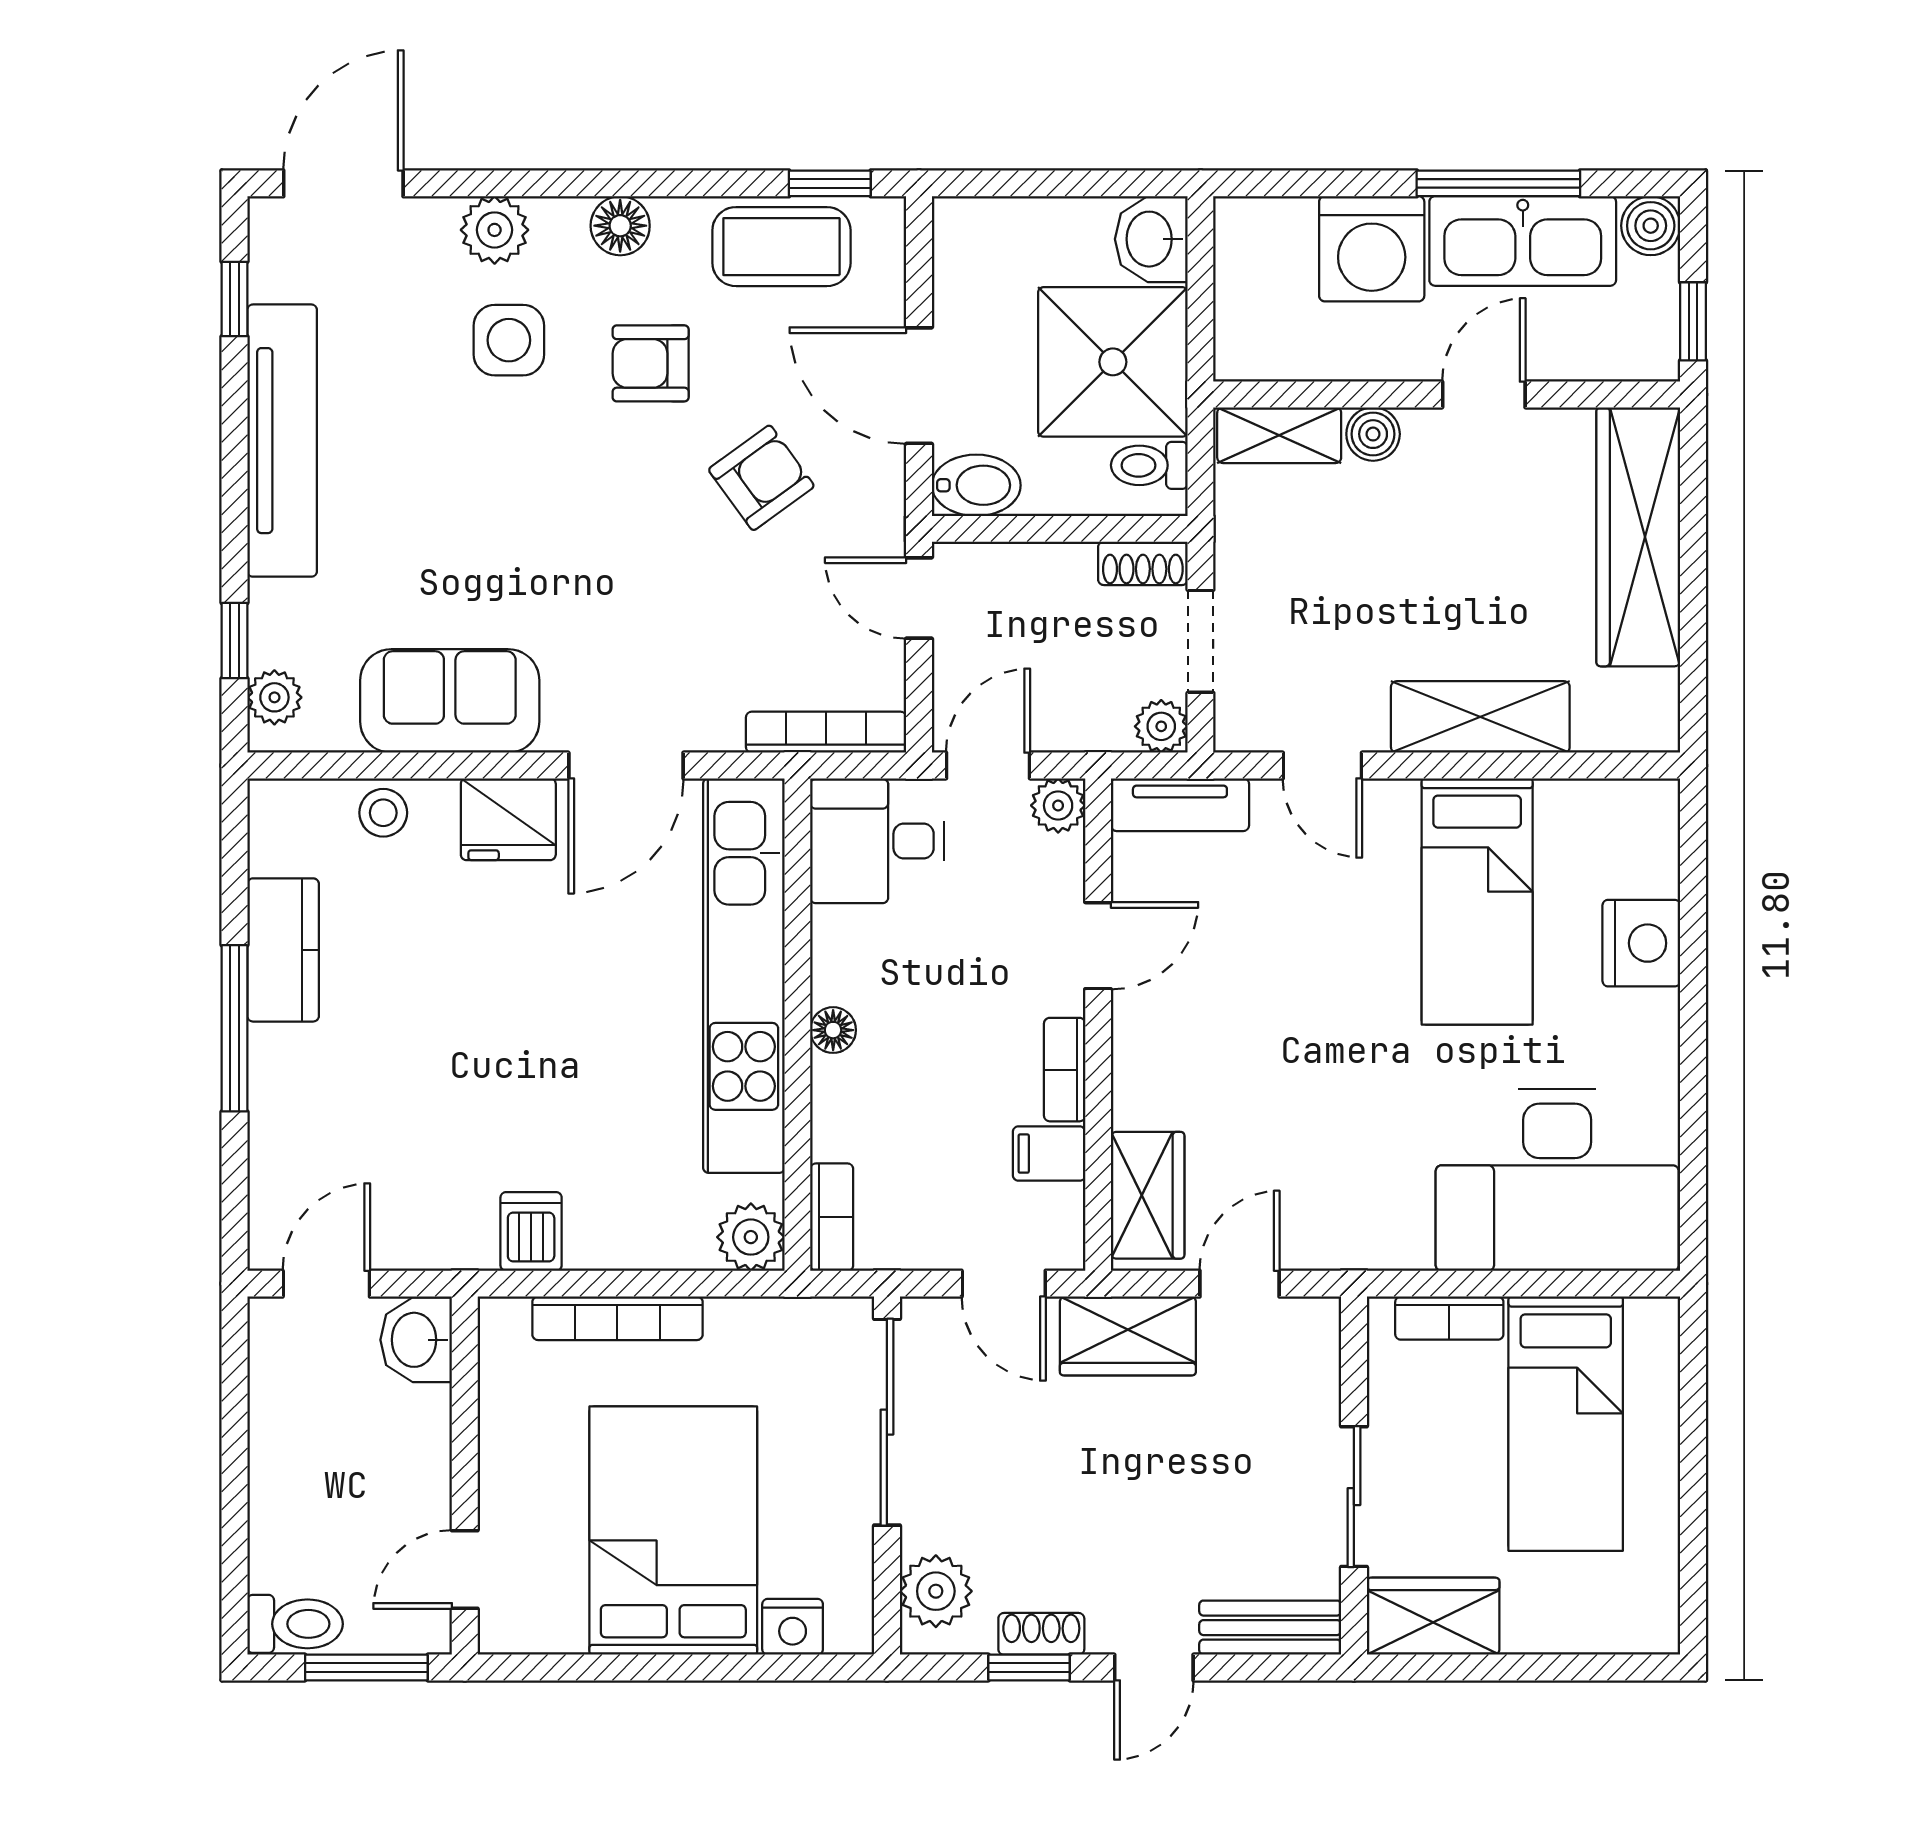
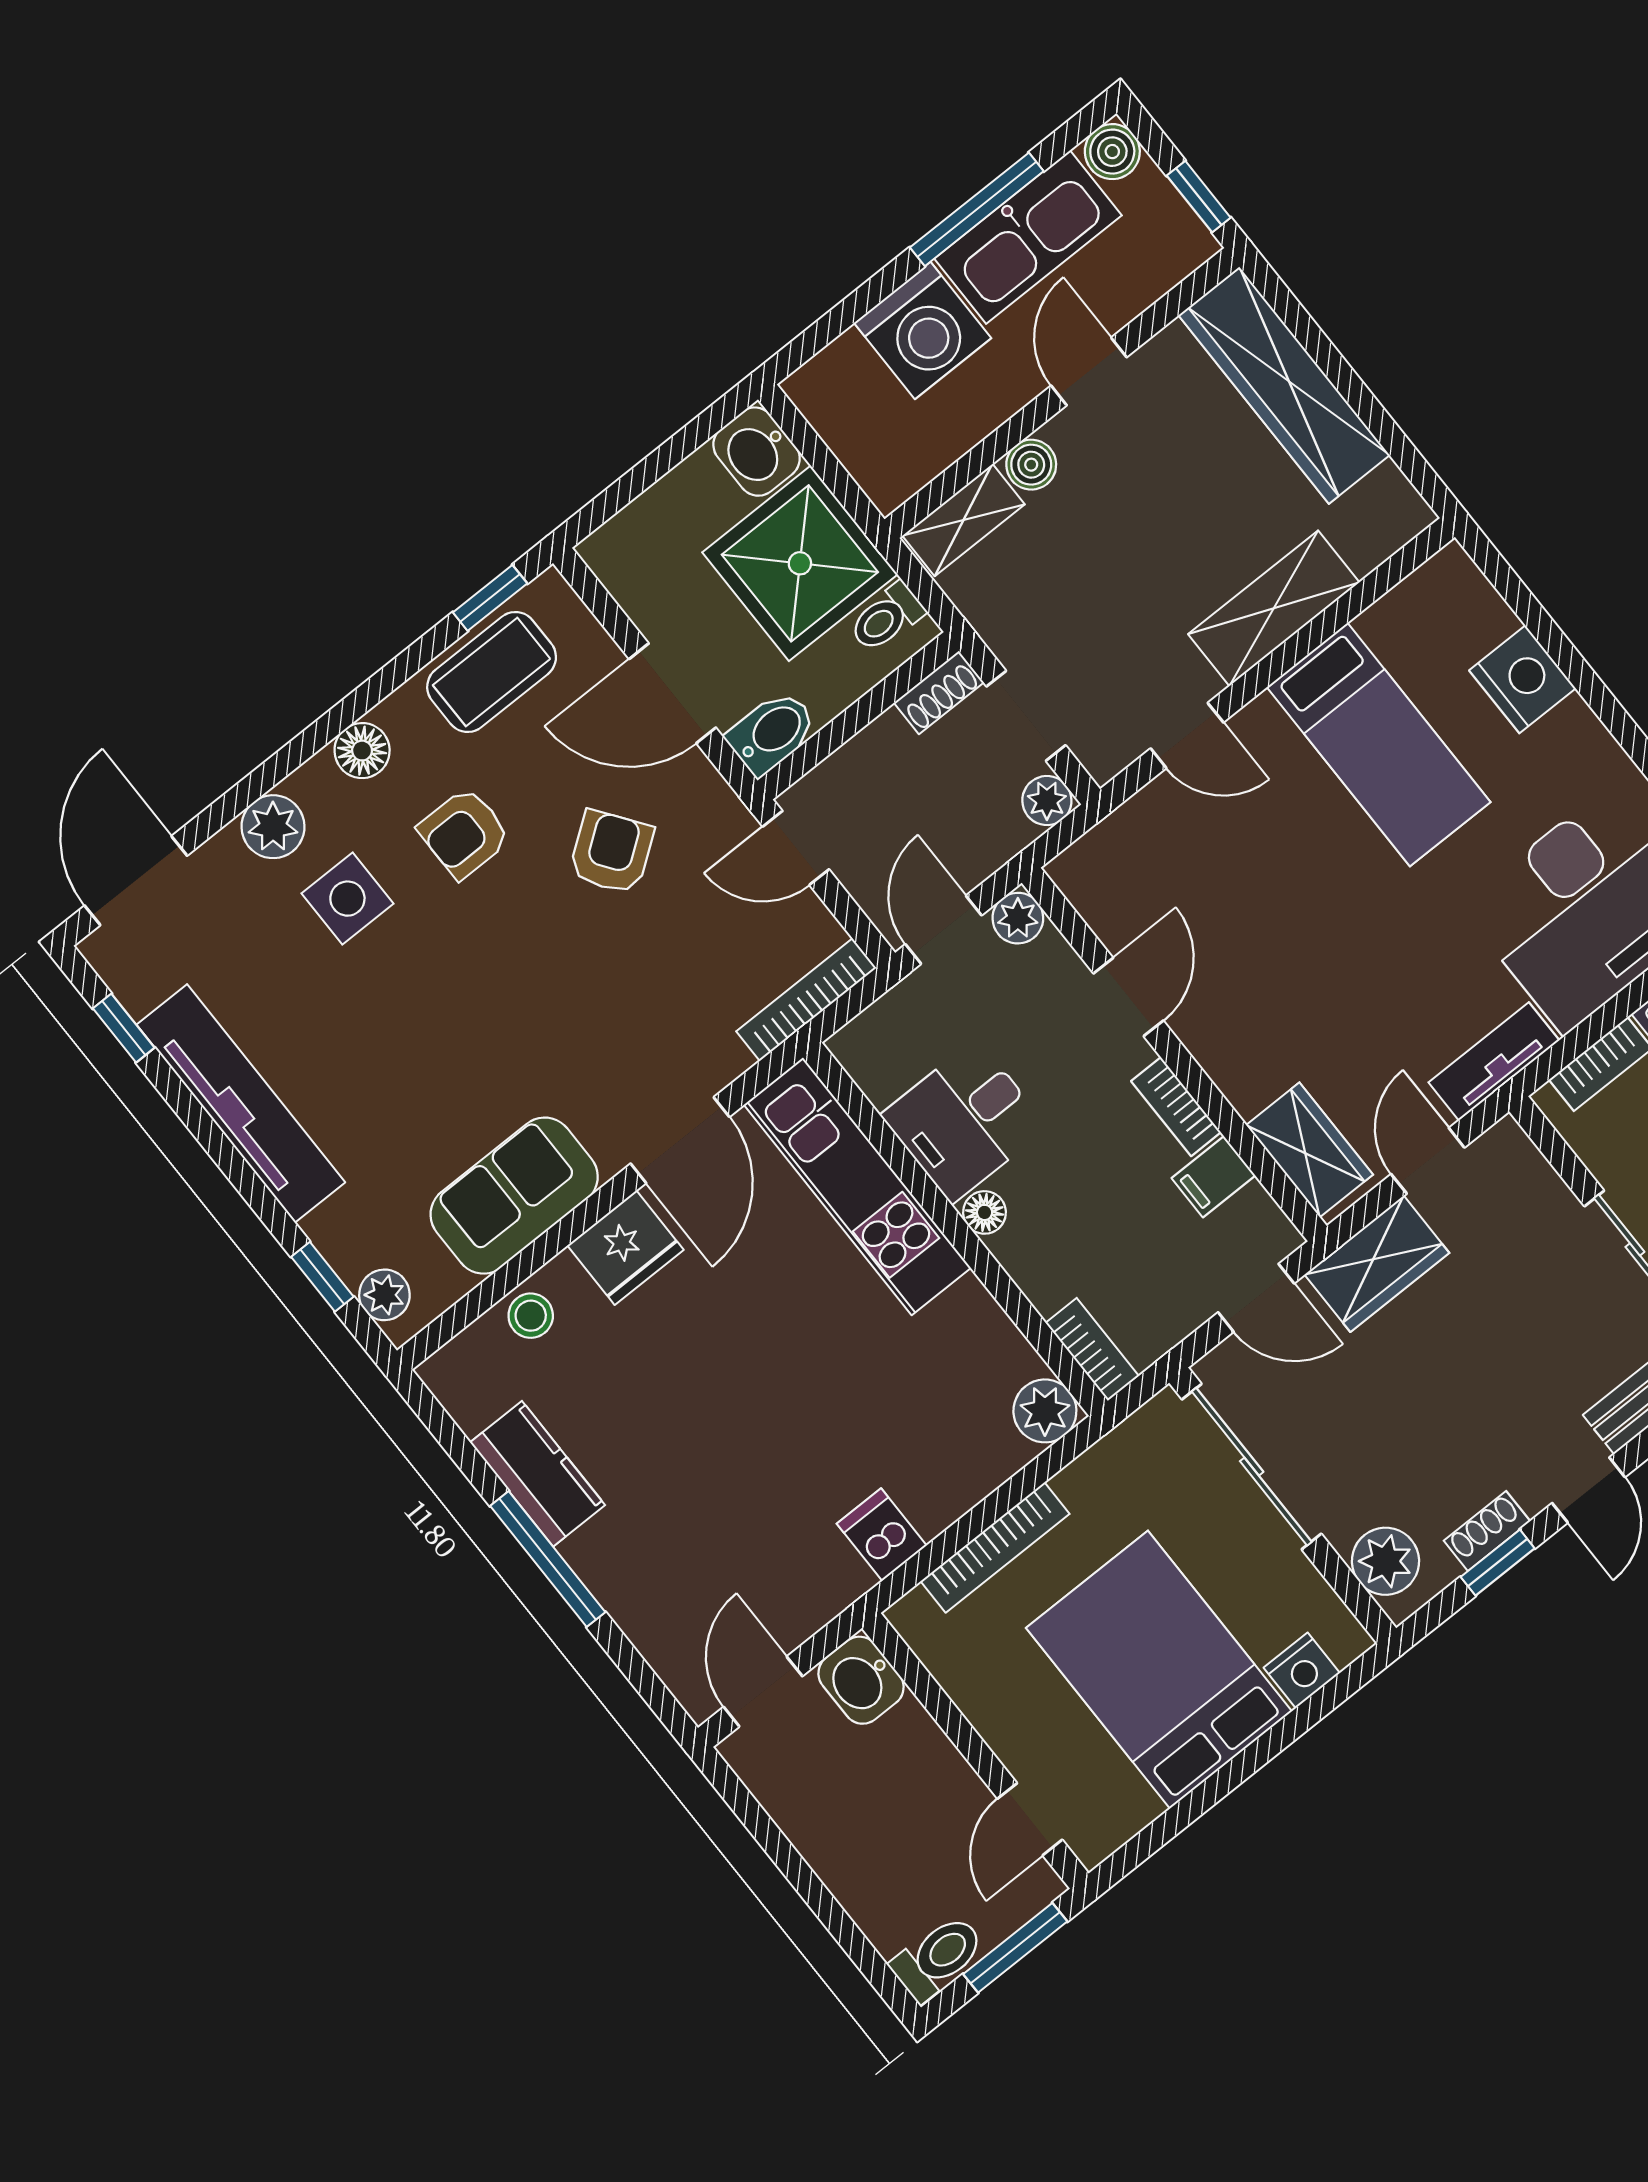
tv unit: (1180, 805) -> (1494, 1061), moved, turned 180
desk: (877, 841) -> (964, 1121), moved
kitchen unit: (744, 976) -> (857, 1186), width x0.73

